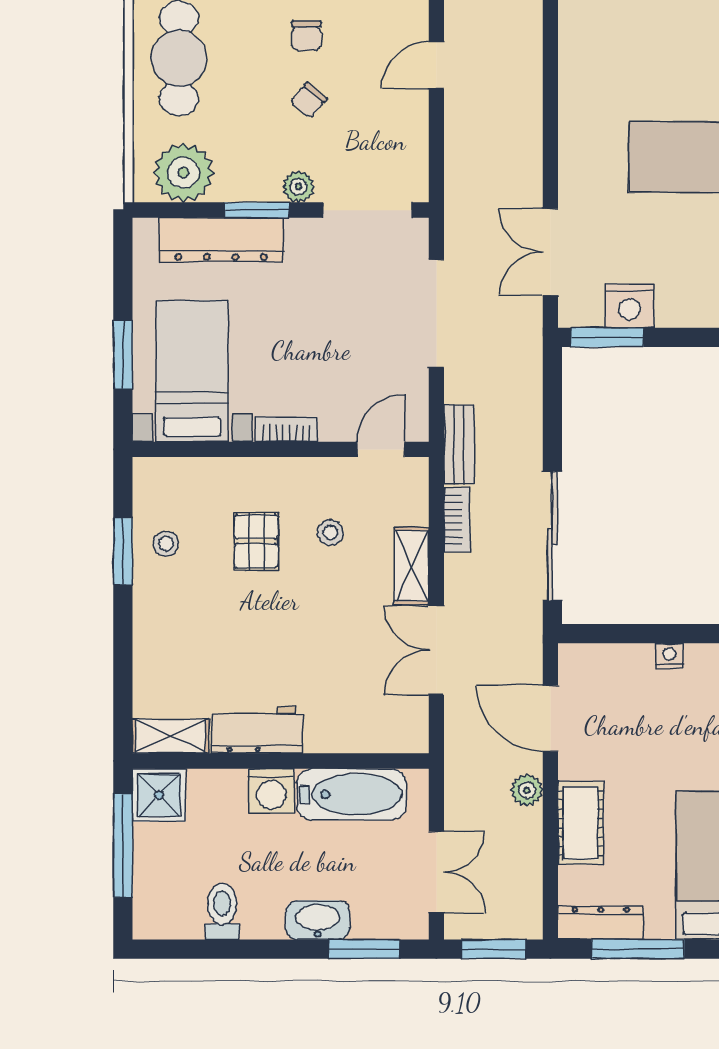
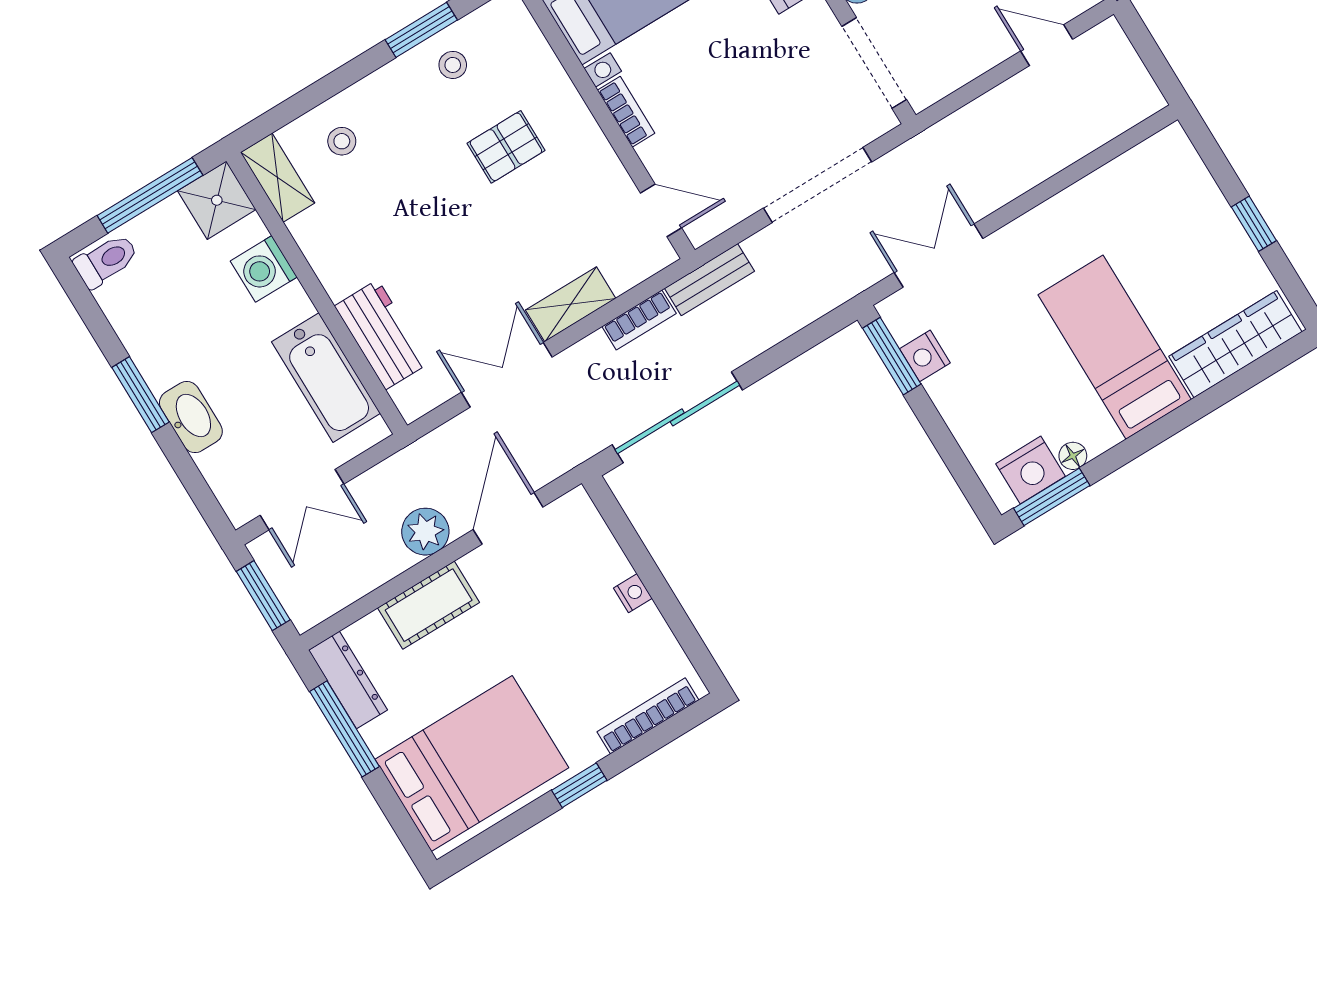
nightstand: (630, 306) -> (925, 356), width x0.74, depth x0.75
stool: (330, 532) -> (342, 141), moved
workbench: (257, 730) -> (382, 335), moved
plant: (527, 790) -> (425, 532), width x1.38, depth x1.38
washing machine: (271, 791) -> (264, 269), moved
toilet: (222, 912) -> (106, 261), moved
window: (364, 949) -> (140, 395), moved

